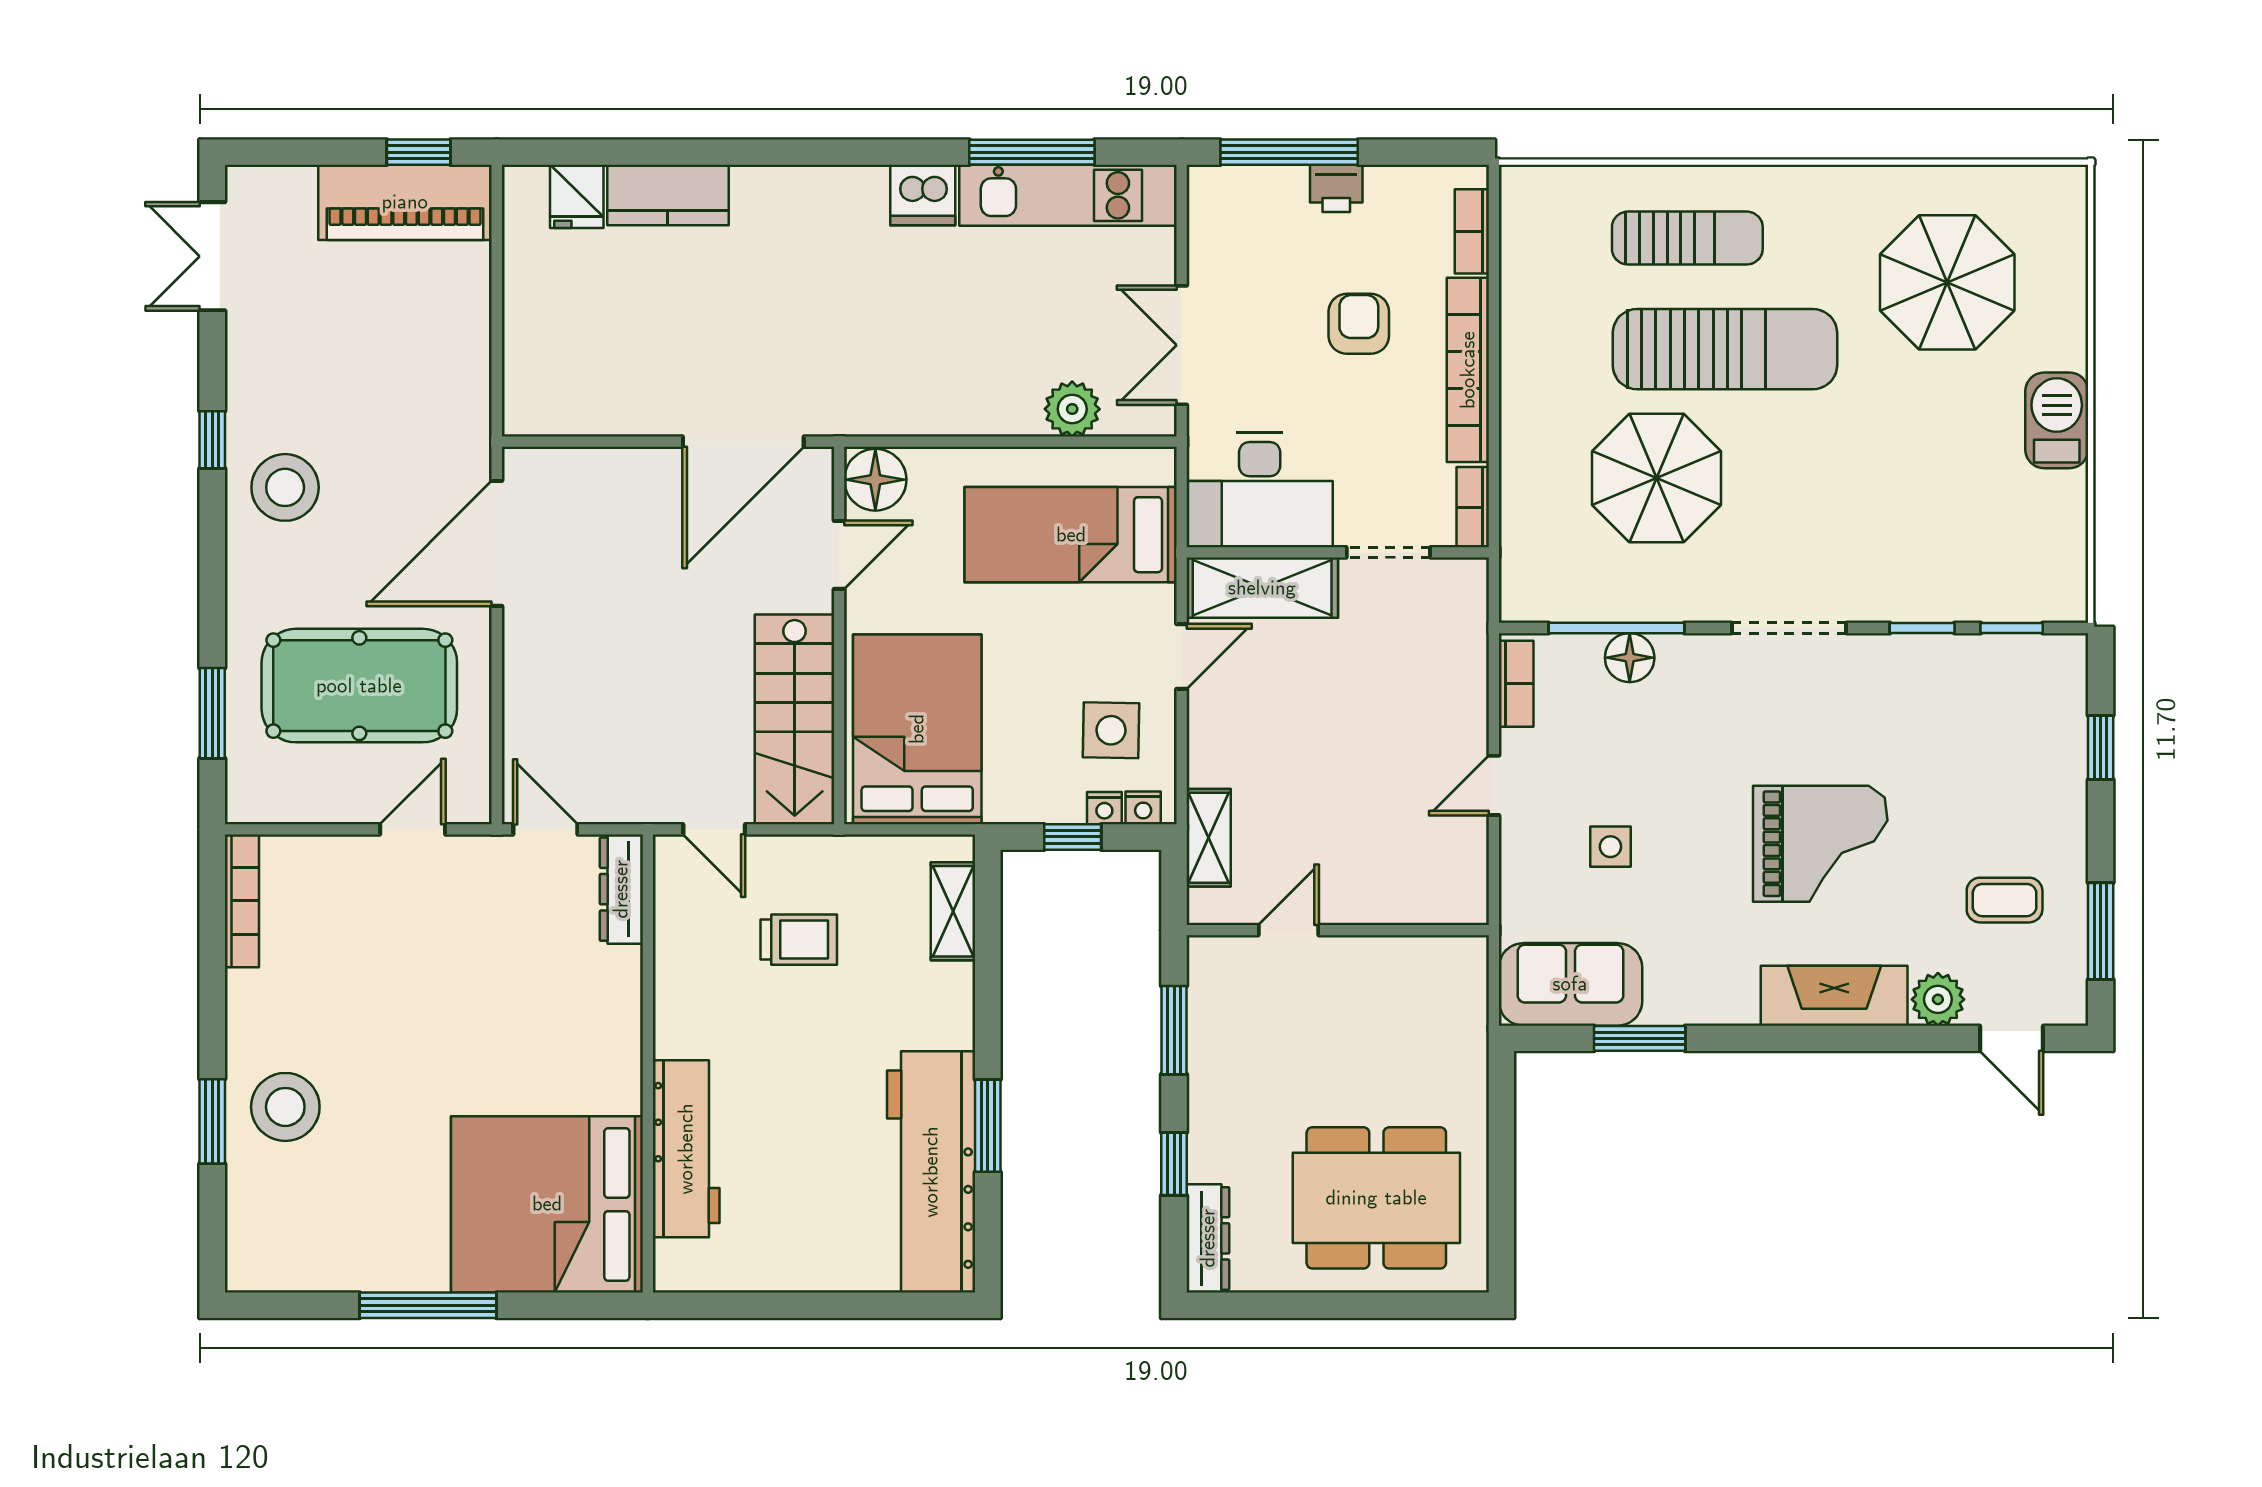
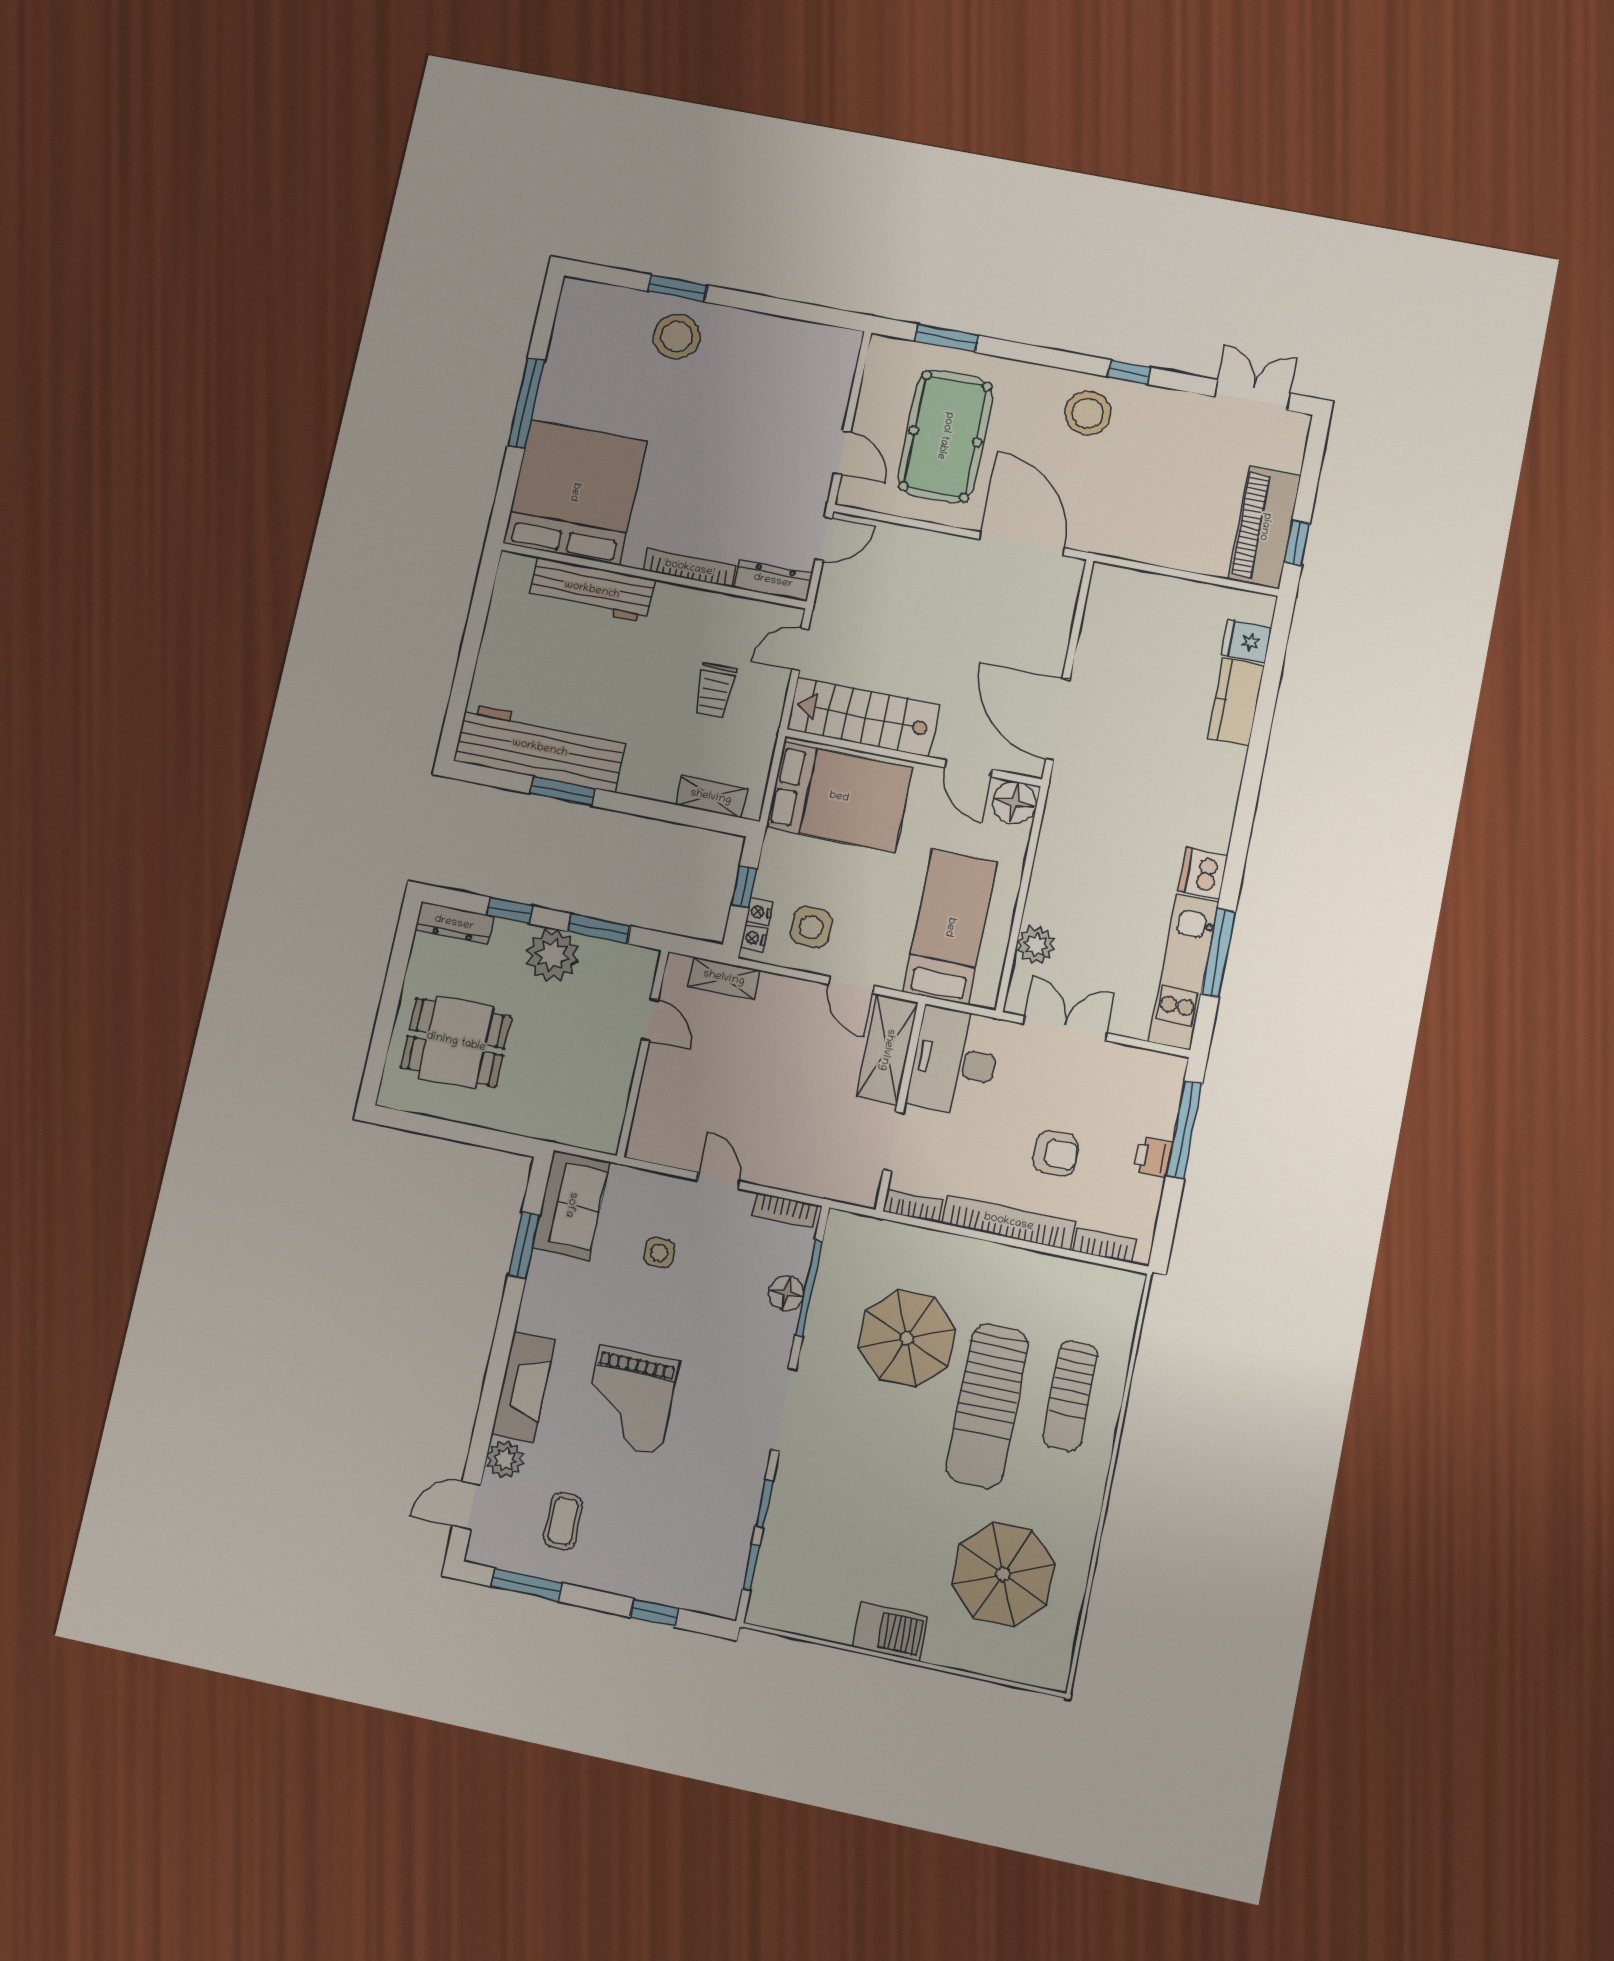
bookcase: (242, 901) -> (689, 568), moved, turned 180
plant: (1225, 1088) -> (552, 955), added
dining table: (1376, 1198) -> (456, 1042), width x0.73

